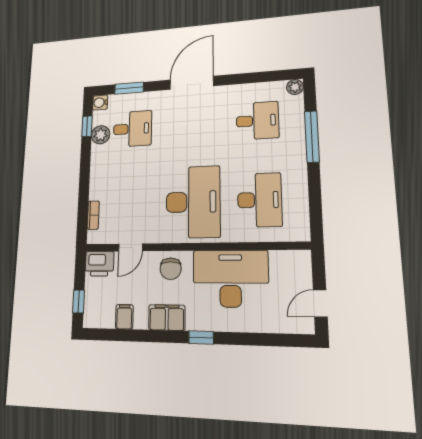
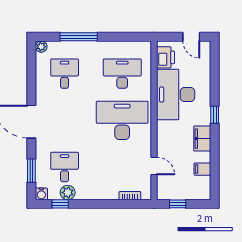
printer: (99, 264) -> (166, 57), moved
chair: (171, 269) -> (169, 136), removed
window: (79, 301) -> (178, 204), moved

